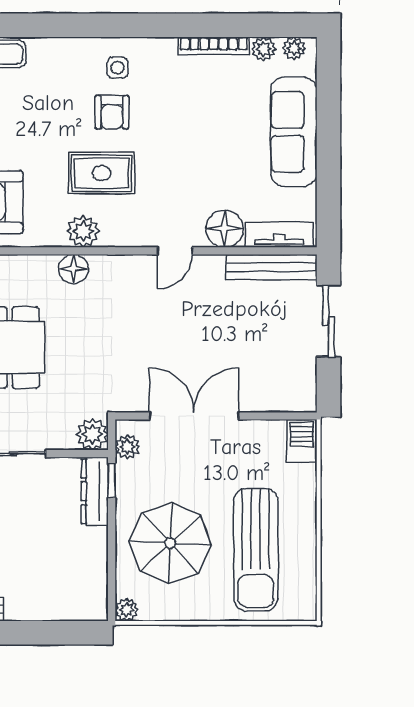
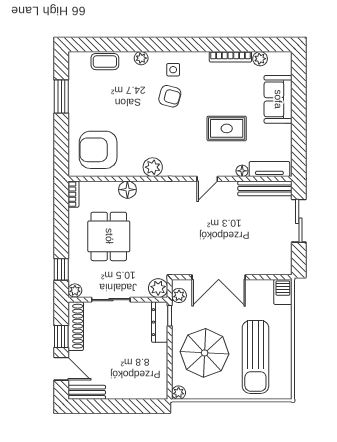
plant: (294, 48) -> (141, 58), moved
armchair: (112, 112) -> (170, 96), turned -75
sofa: (294, 132) -> (278, 99), width x0.73
rug: (101, 173) -> (227, 128), moved
floor lamp: (224, 229) -> (242, 171), width x0.53, depth x0.53
floor lamp: (73, 269) -> (127, 190), moved
double door: (194, 416) -> (219, 277), swing flipped

